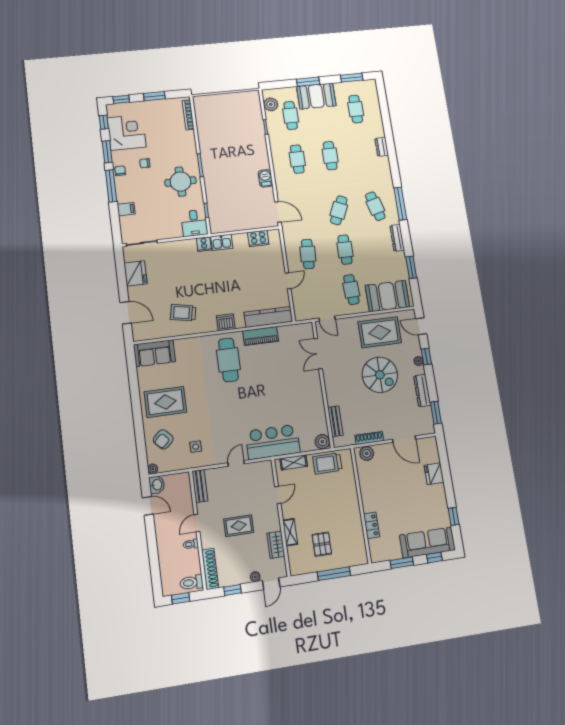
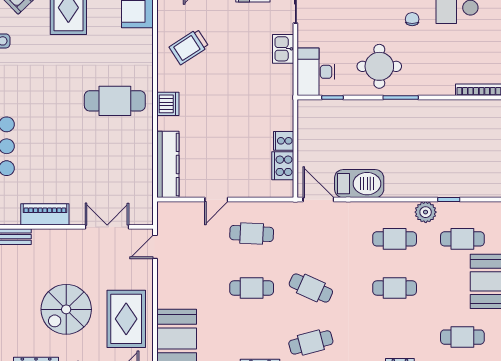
plant: (271, 104) -> (426, 212), moved
barbecue: (265, 178) -> (359, 184), width x1.88, depth x1.53
door: (278, 212) -> (318, 200), swing flipped
desk: (194, 223) -> (316, 72), width x1.37
kitchen sink: (222, 242) -> (283, 49), moved
cooker: (204, 244) -> (284, 141), moved
door: (288, 281) -> (216, 200), hinge flipped
cafe table: (351, 290) -> (192, 288), removed
trolley: (183, 313) -> (189, 47), turned -134
piano: (261, 336) -> (45, 214), moved, turned 90

